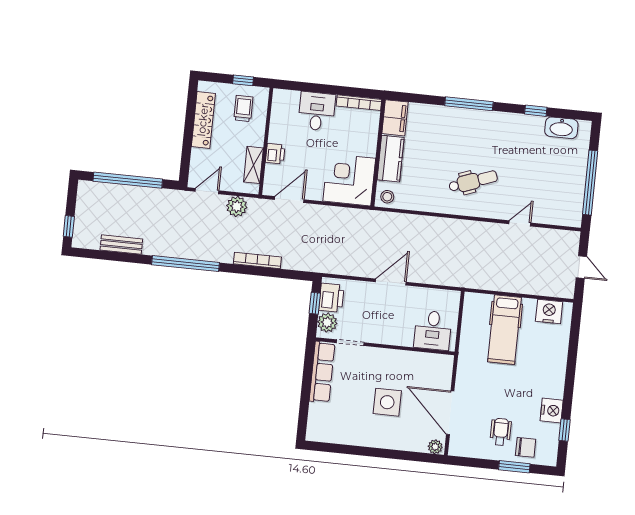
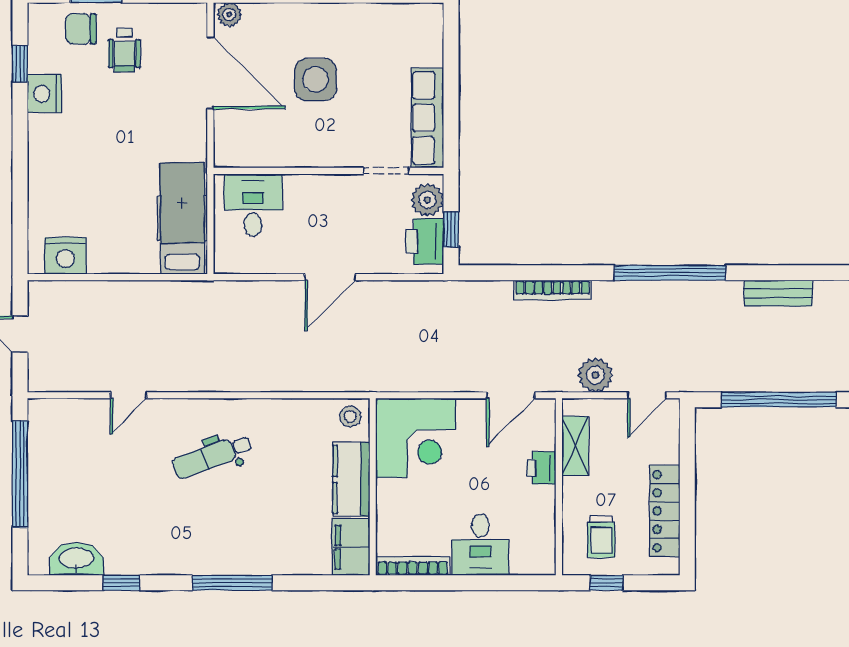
hospital bed: (505, 330) -> (182, 218), moved

